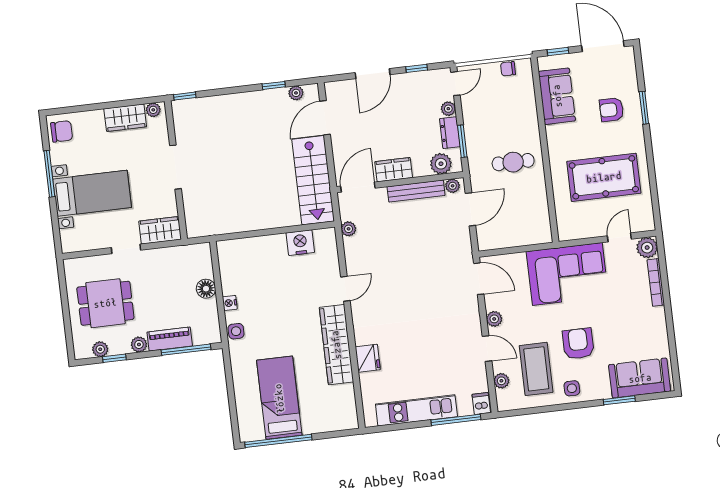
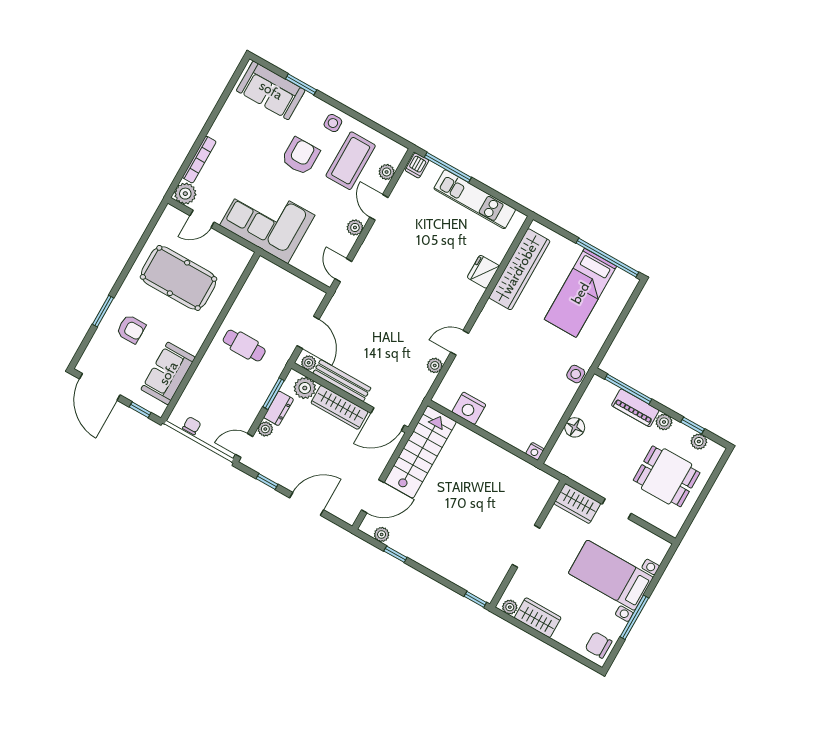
chair: (508, 69) -> (192, 426), turned -90
wardrobe: (394, 170) -> (340, 407), width x1.50
door: (470, 209) -> (308, 332), swing flipped
plant: (349, 229) -> (435, 365), moved
door: (479, 279) -> (343, 270), width x0.73
nightstand: (230, 303) -> (535, 451), moved, turned 90
armchair: (578, 344) -> (301, 156), turned 180
wardrobe: (336, 345) -> (519, 269), moved

